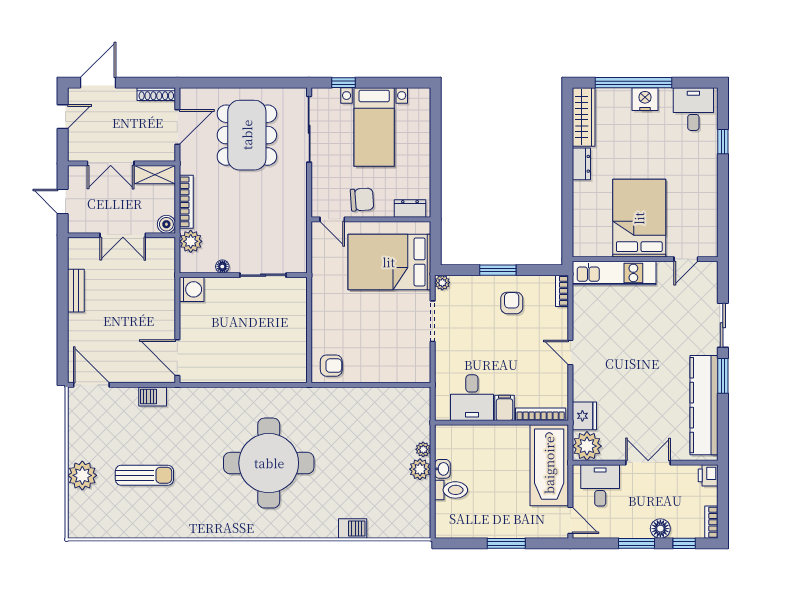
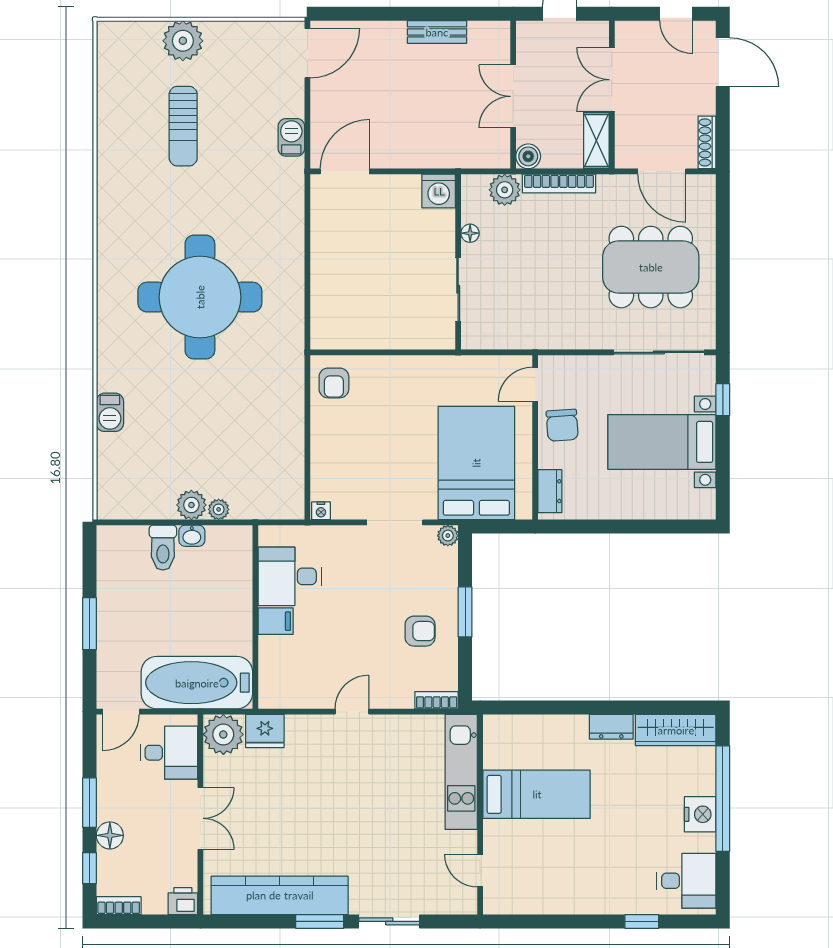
bed: (639, 218) -> (537, 794), width x0.67
nightstand: (424, 375) -> (321, 511), added
bookcase: (541, 414) -> (267, 671), removed

